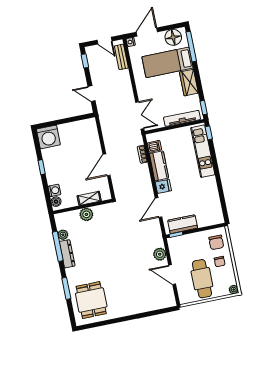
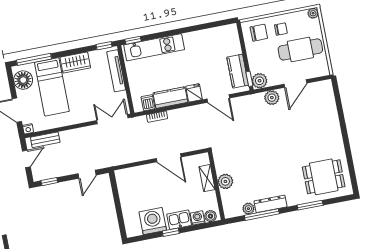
washing machine: (48, 137) -> (153, 221), moved, turned -90
kitchen sink: (53, 174) -> (179, 220), added
plant: (174, 243) -> (260, 81), added

